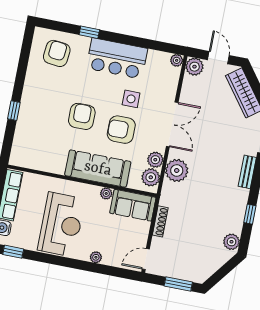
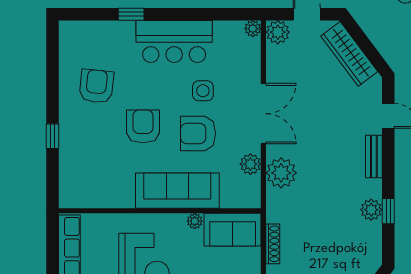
armchair: (57, 53) -> (96, 86), moved
plant: (151, 177) -> (249, 188), removed
plant: (231, 242) -> (371, 210), moved

